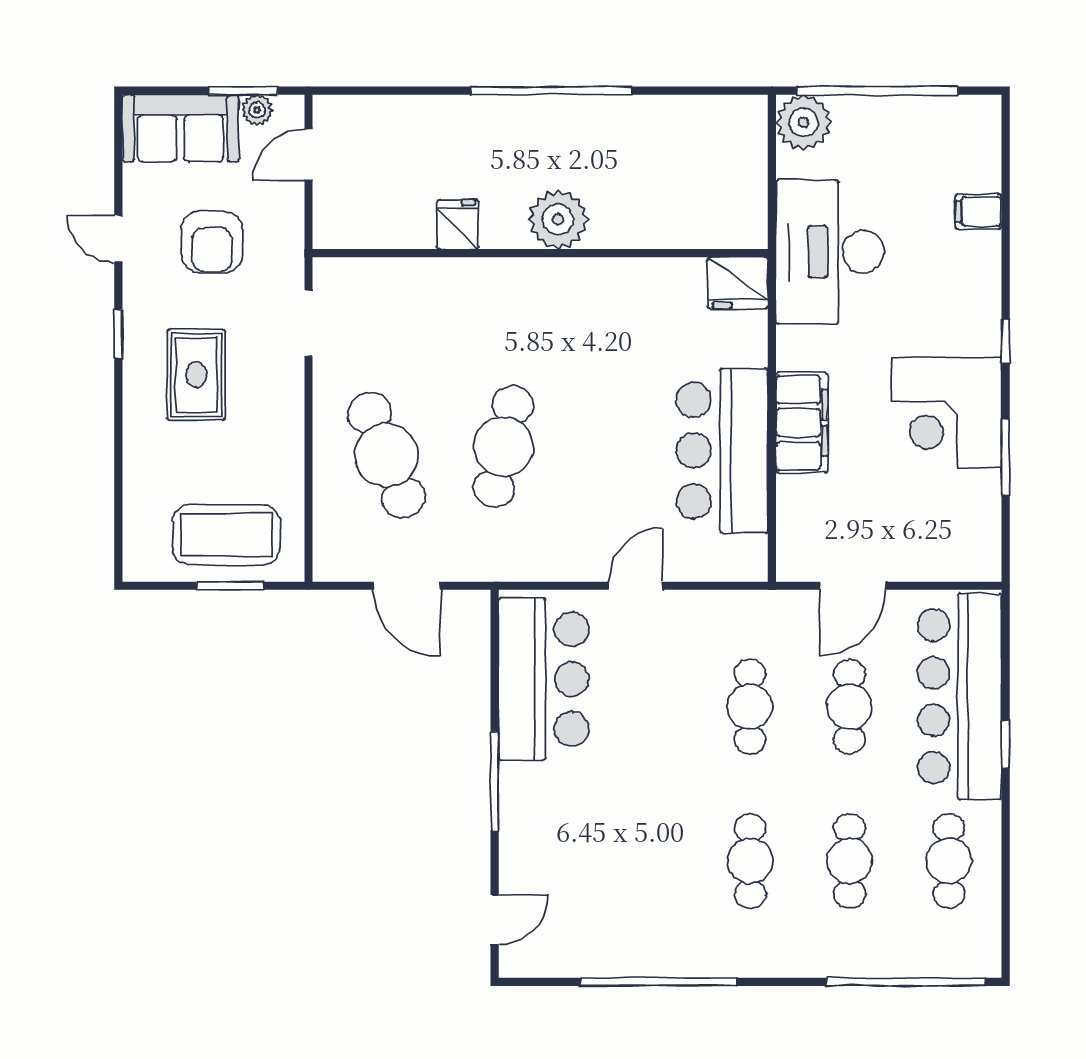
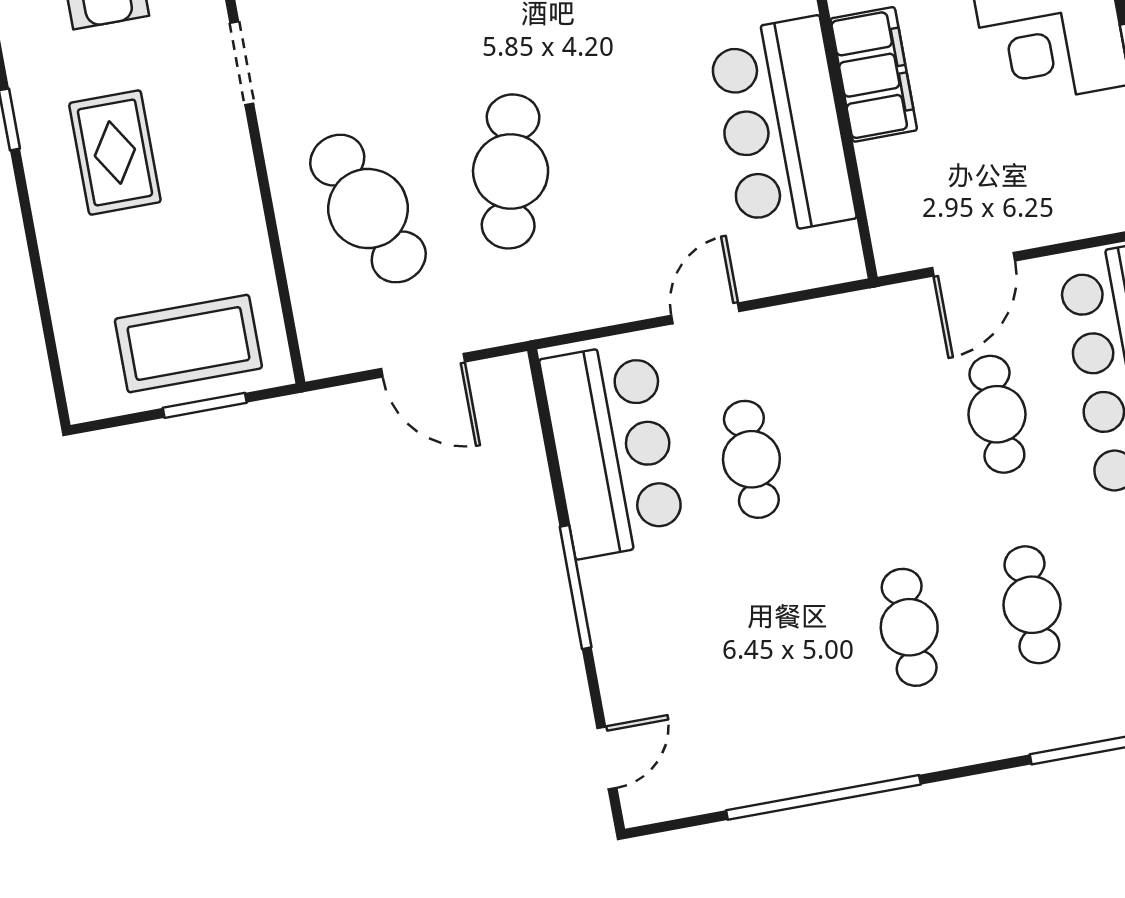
cafe table: (750, 707) -> (751, 459), moved

